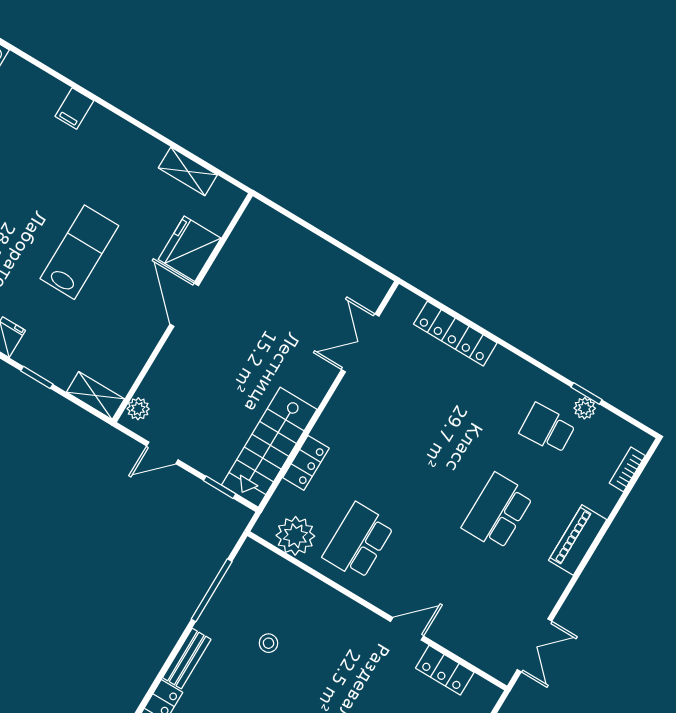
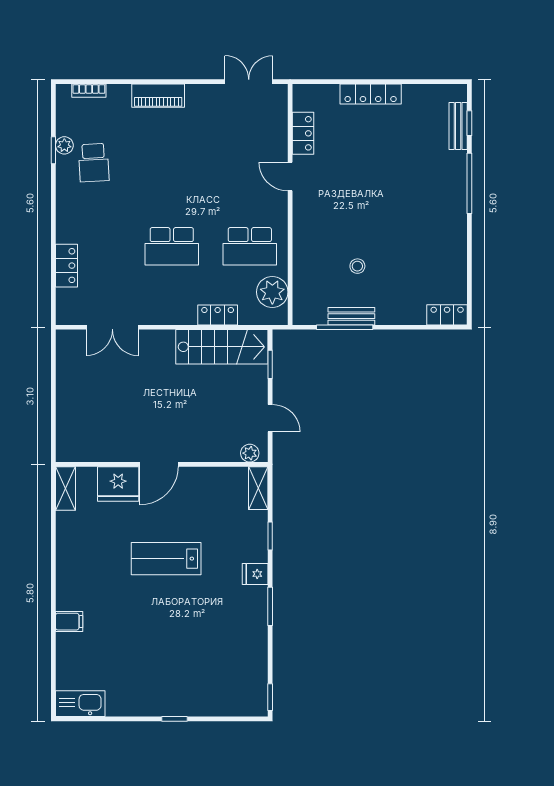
shelving: (188, 171) -> (65, 488), moved
locker: (455, 334) -> (66, 266), width x0.66
school desk: (498, 512) -> (172, 246), moved
bench: (187, 659) -> (351, 316), moved

